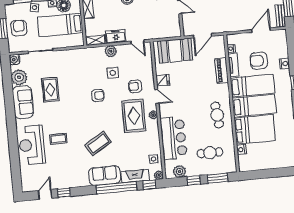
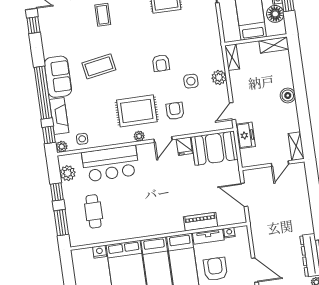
freezer: (116, 37) -> (245, 135), moved
booth: (175, 51) -> (215, 148), moved, turned 90
cafe table: (217, 115) -> (143, 218), removed
coffee table: (98, 144) -> (99, 66), turned -69

